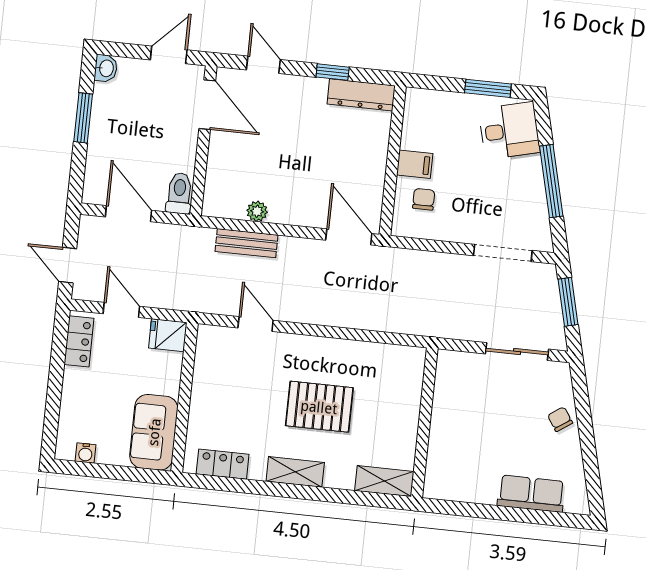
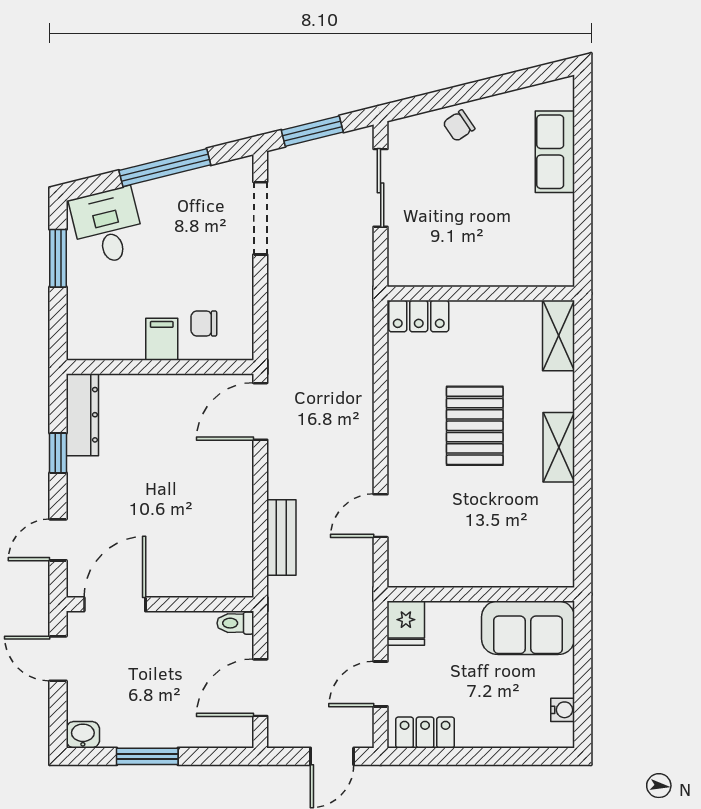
toilet: (179, 193) -> (235, 623), width x0.73, depth x0.72
plant: (257, 211) -> (240, 529), removed
locker: (223, 464) -> (419, 316), moved, turned -90

